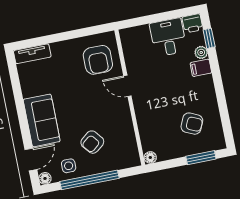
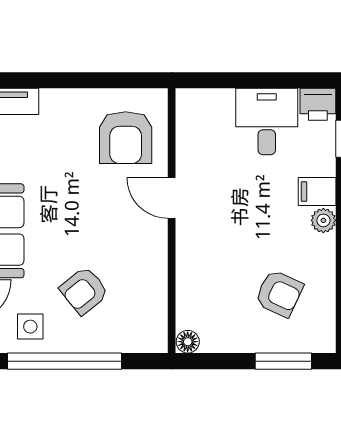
plant: (201, 52) -> (323, 220), moved

